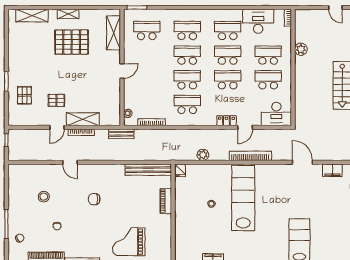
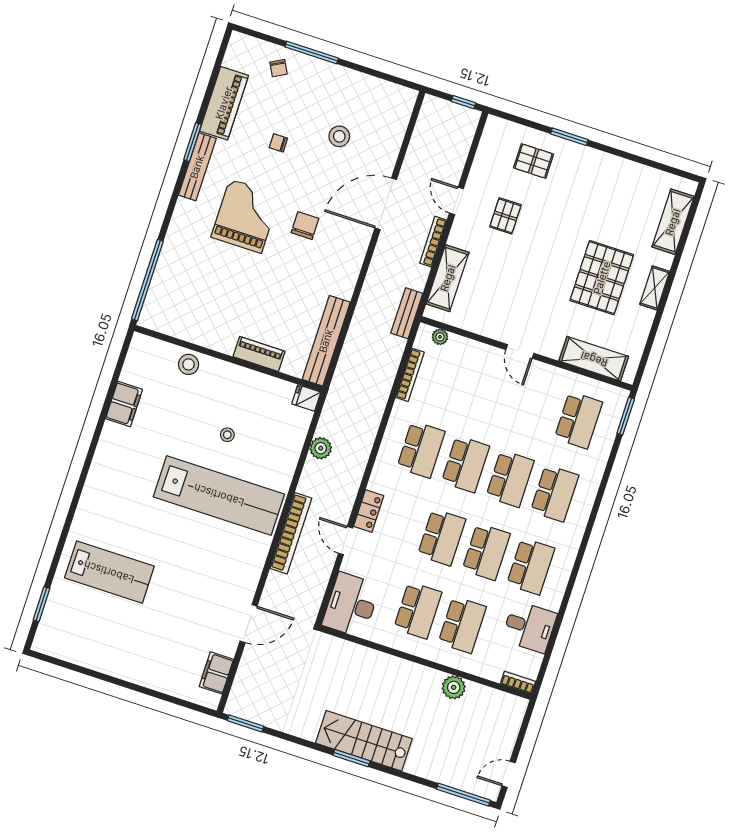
desk: (258, 21) -> (529, 627), width x0.73
shelving: (83, 119) -> (448, 278), moved
door: (70, 162) -> (386, 204), width x1.88
stool: (183, 235) -> (189, 364), added
grand piano: (129, 242) -> (246, 216), moved

